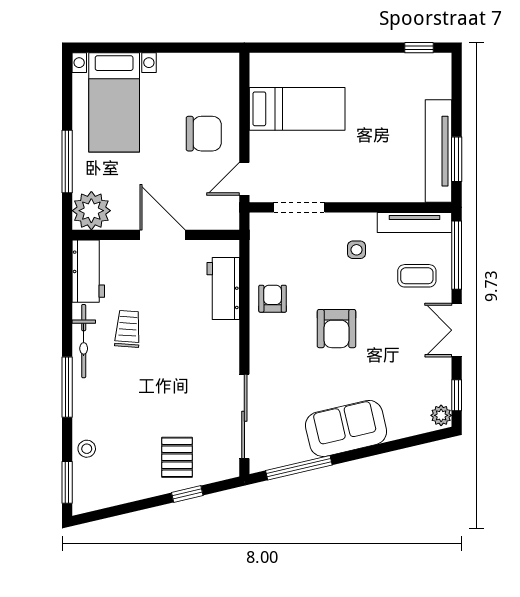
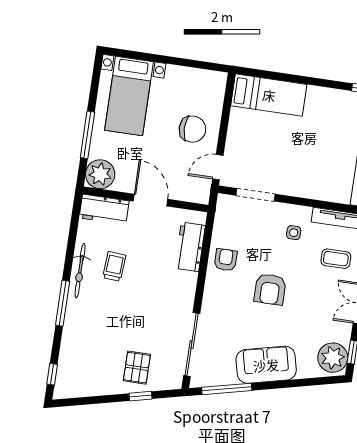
bed: (297, 109) -> (269, 95), moved
workbench: (88, 271) -> (104, 209), moved, turned 90
plant: (441, 415) -> (333, 358), width x1.88, depth x1.88
stool: (87, 449) -> (70, 351), removed
window: (67, 482) -> (52, 374), width x0.67

